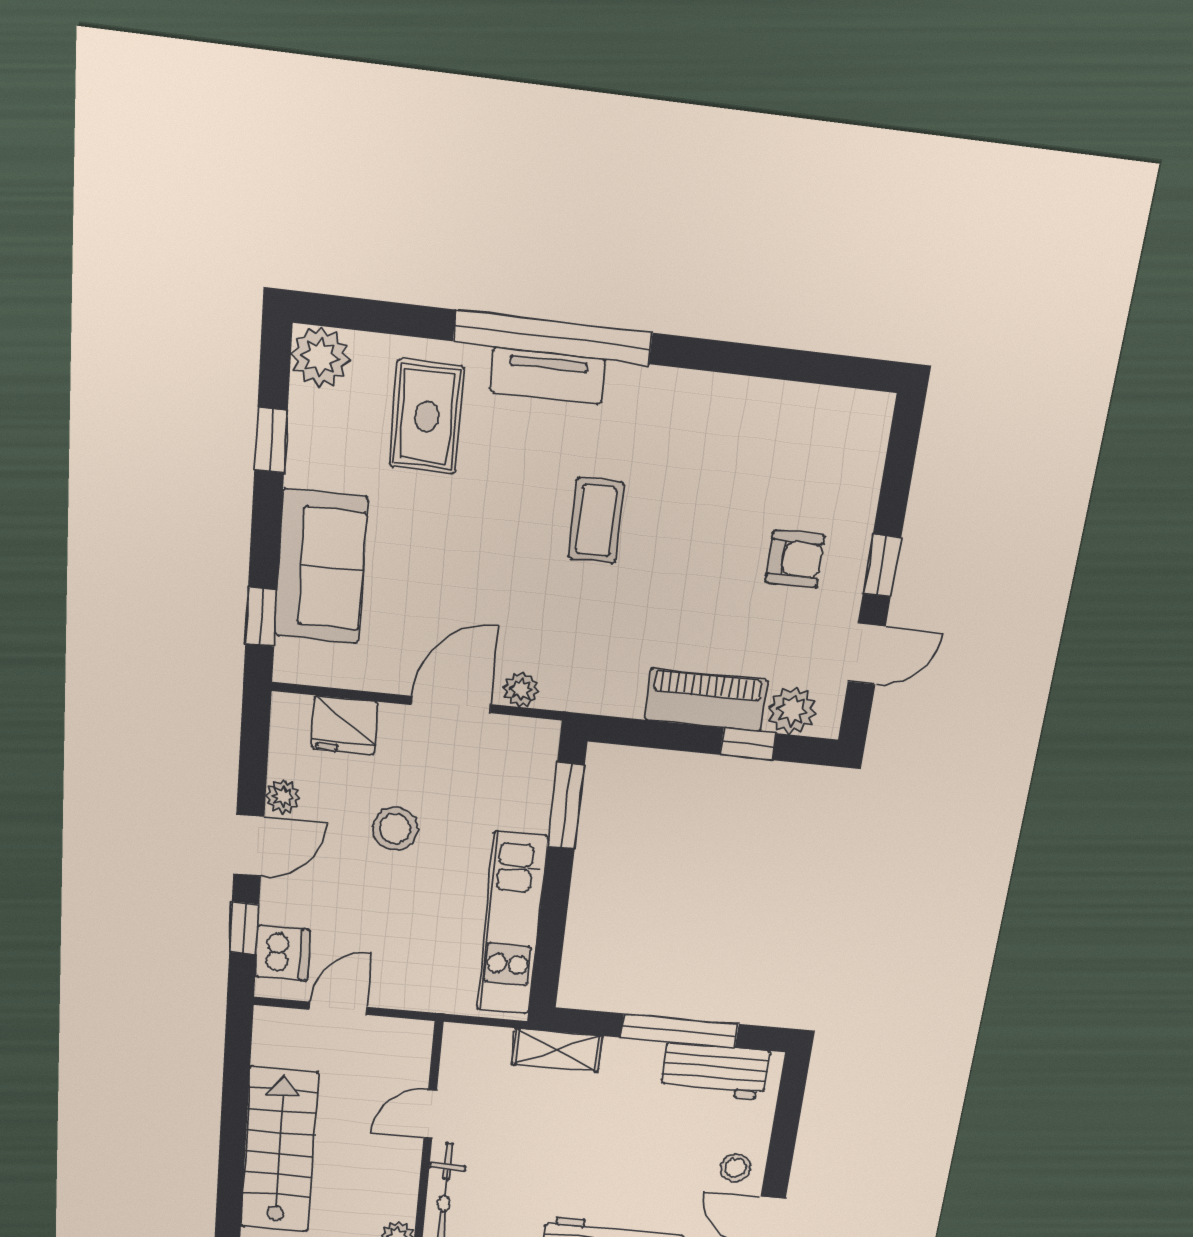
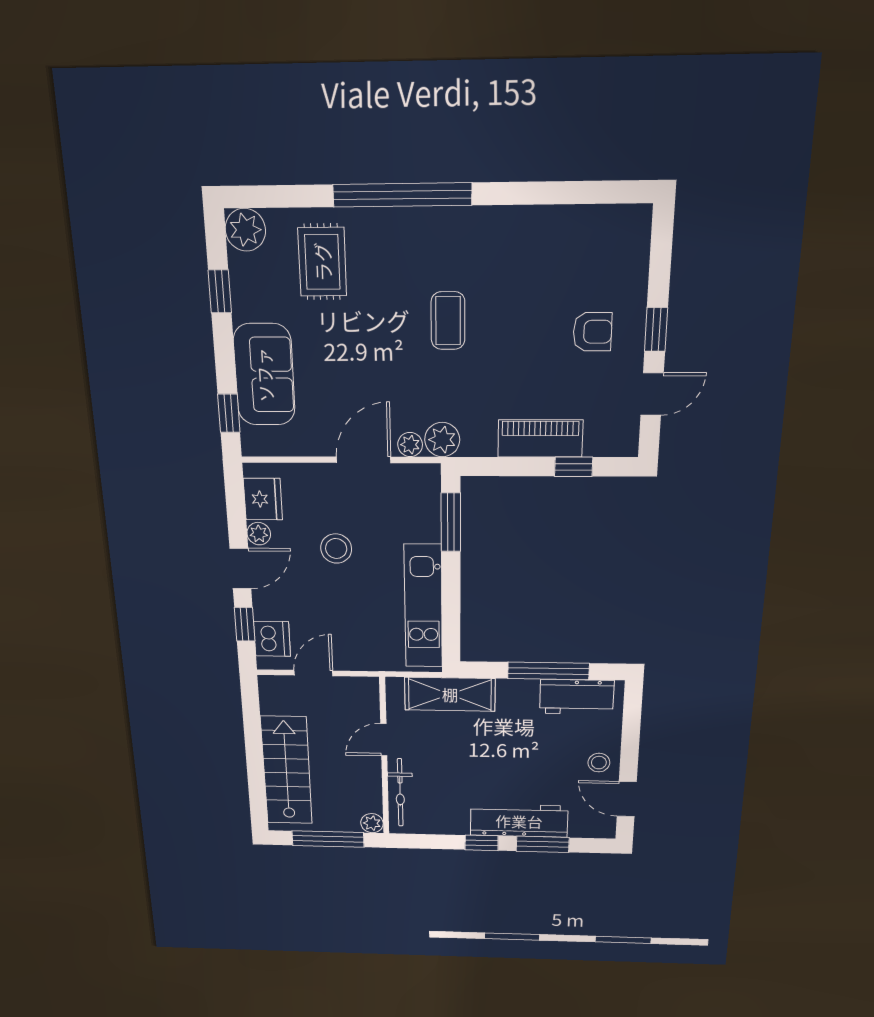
tv unit: (548, 375) -> (402, 222), removed
plant: (792, 710) -> (442, 440), moved
fridge: (345, 725) -> (263, 499), moved, turned -90
shelving: (557, 1050) -> (450, 694), width x1.50, depth x1.33

